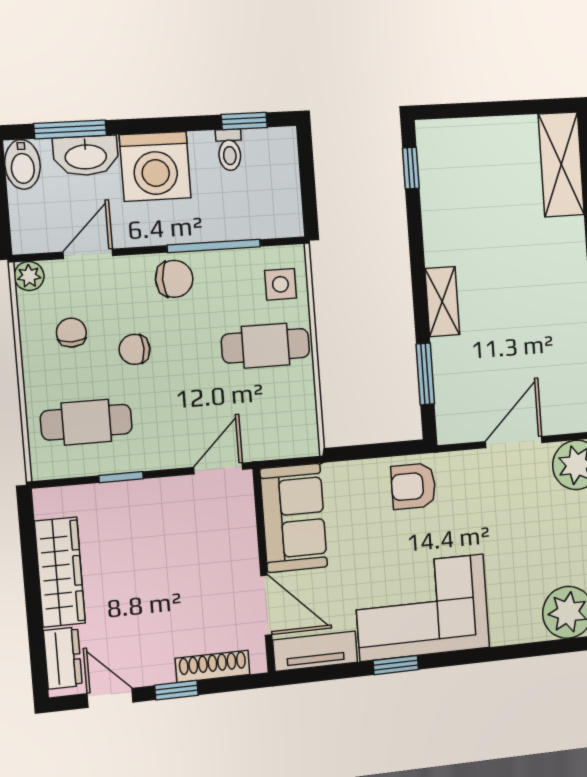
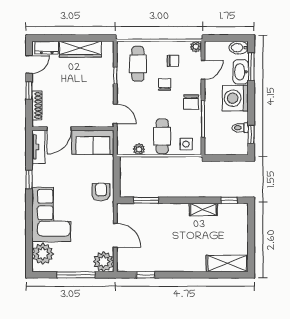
door: (88, 254) -> (203, 70), hinge flipped
shelving: (442, 302) -> (203, 209), moved
plant: (302, 401) -> (139, 149), added
corner sofa: (422, 608) -> (51, 215), moved

